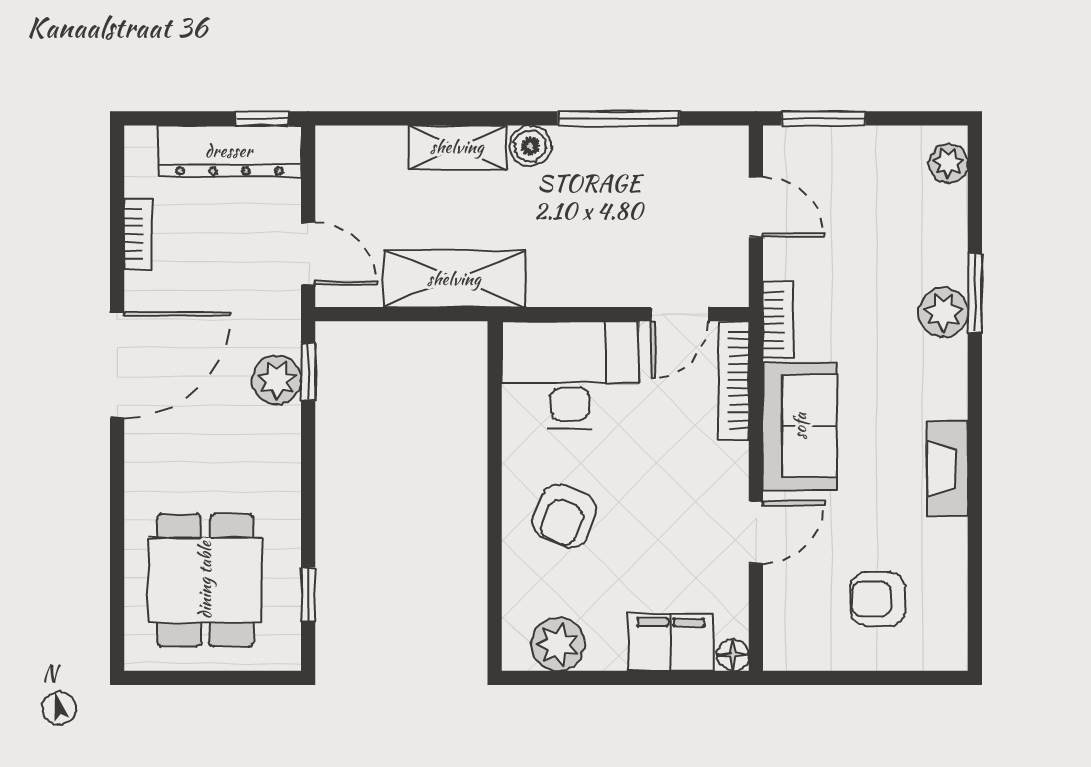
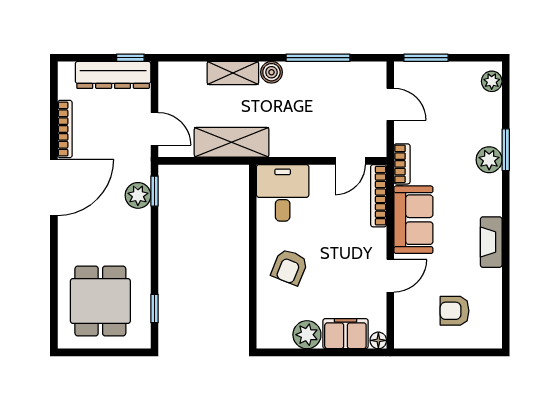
bookcase: (138, 234) -> (65, 129), width x1.56
desk: (570, 375) -> (283, 193), width x0.73
plant: (558, 644) -> (307, 335), moved

